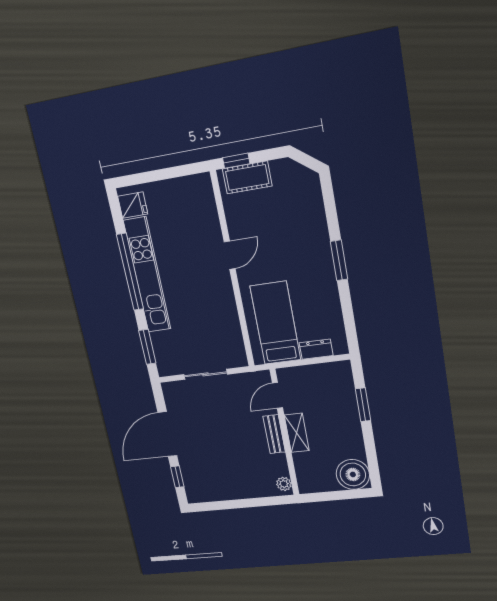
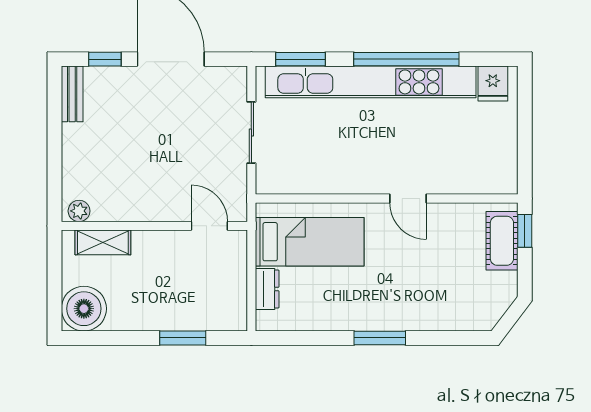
kitchen unit: (147, 275) -> (371, 82), width x1.36
shelving: (297, 433) -> (103, 242), moved
bench: (274, 434) -> (72, 94), moved, turned 90

